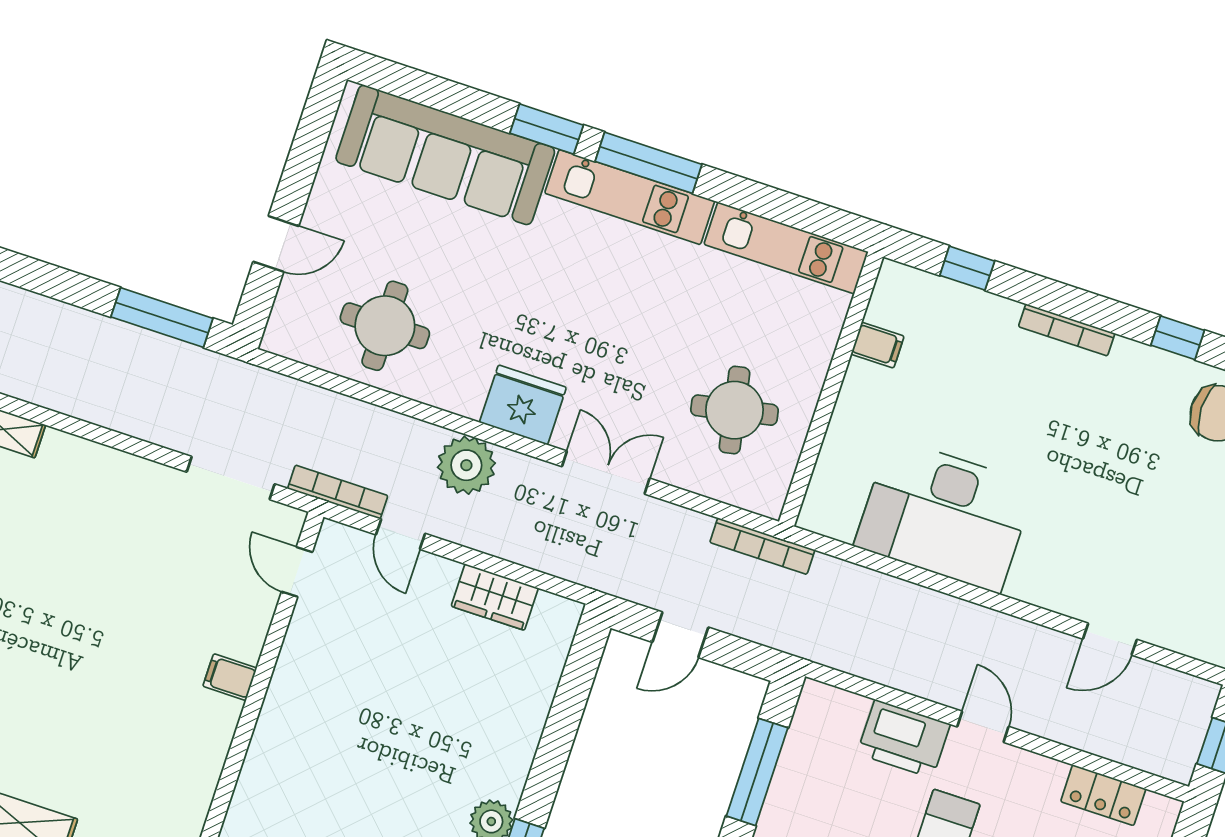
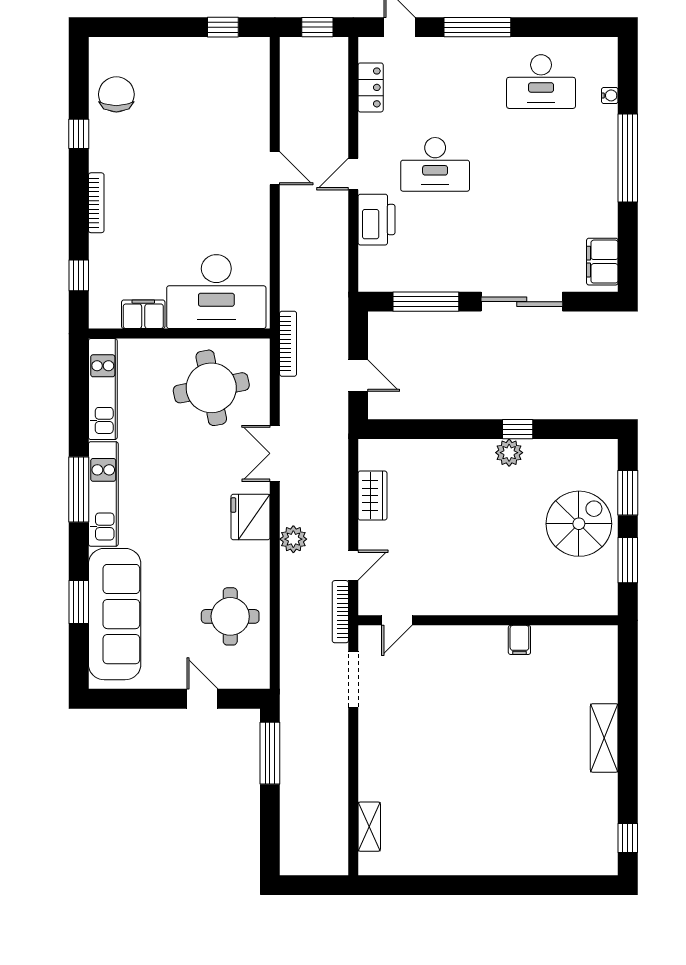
window: (547, 129) -> (79, 602), moved
filing cabinet: (878, 345) -> (143, 314), width x2.00
round table: (734, 410) -> (211, 388), width x1.36, depth x1.36
plant: (466, 465) -> (293, 539), width x0.73, depth x0.73
desk: (945, 515) -> (216, 292), moved, turned 90
door: (1110, 639) -> (275, 168), moved
filing cabinet: (230, 677) -> (519, 640), moved

